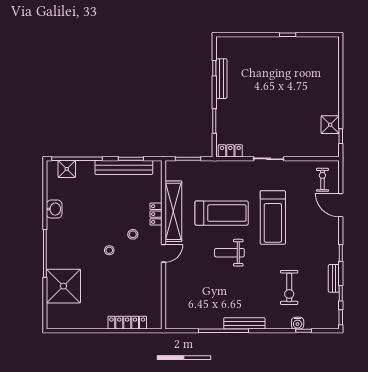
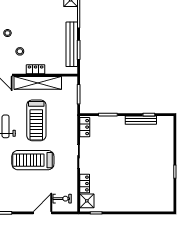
shower: (330, 125) -> (87, 201), moved
locker: (303, 151) -> (85, 184), added

